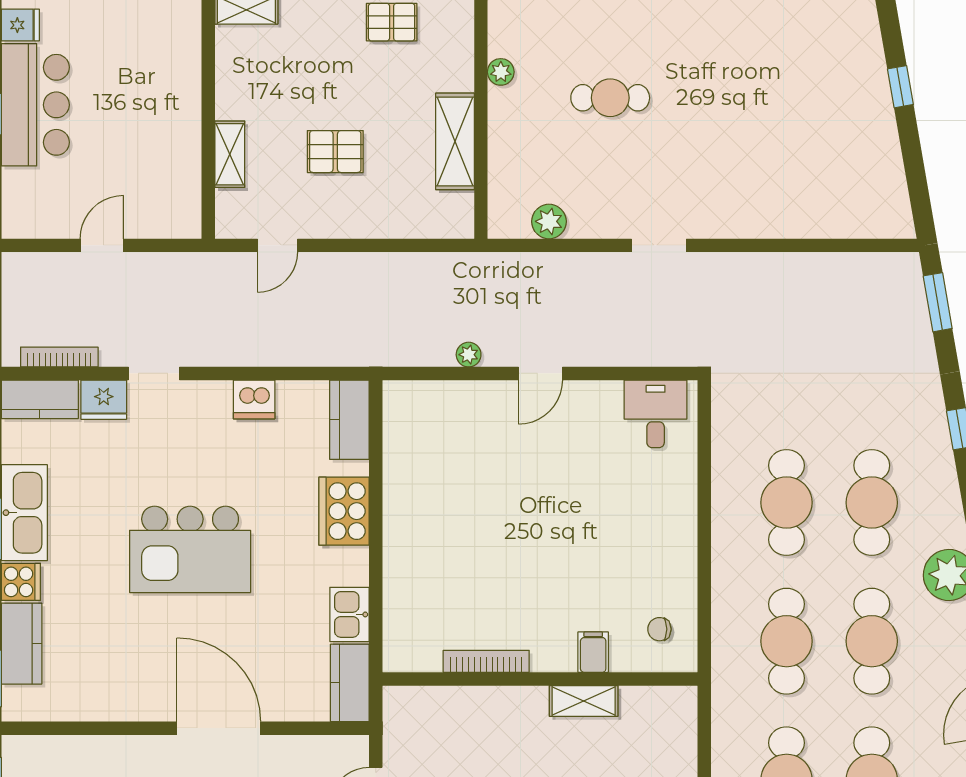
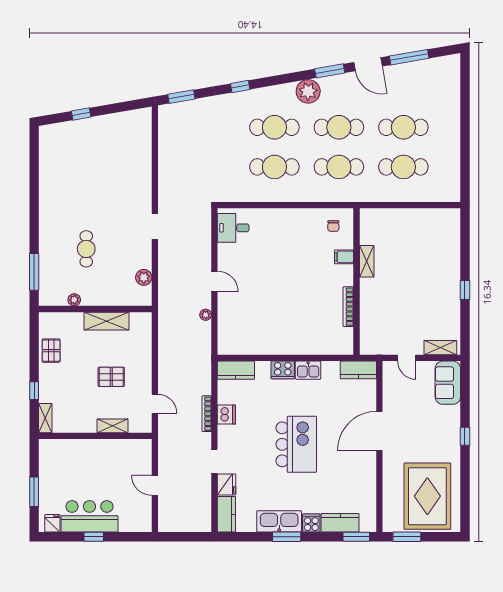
pallet: (335, 152) -> (111, 377), turned 90
bookcase: (59, 357) -> (207, 414), moved
cooker: (344, 511) -> (283, 370), width x0.73, depth x0.76
kitchen sink: (350, 614) -> (308, 370), moved

